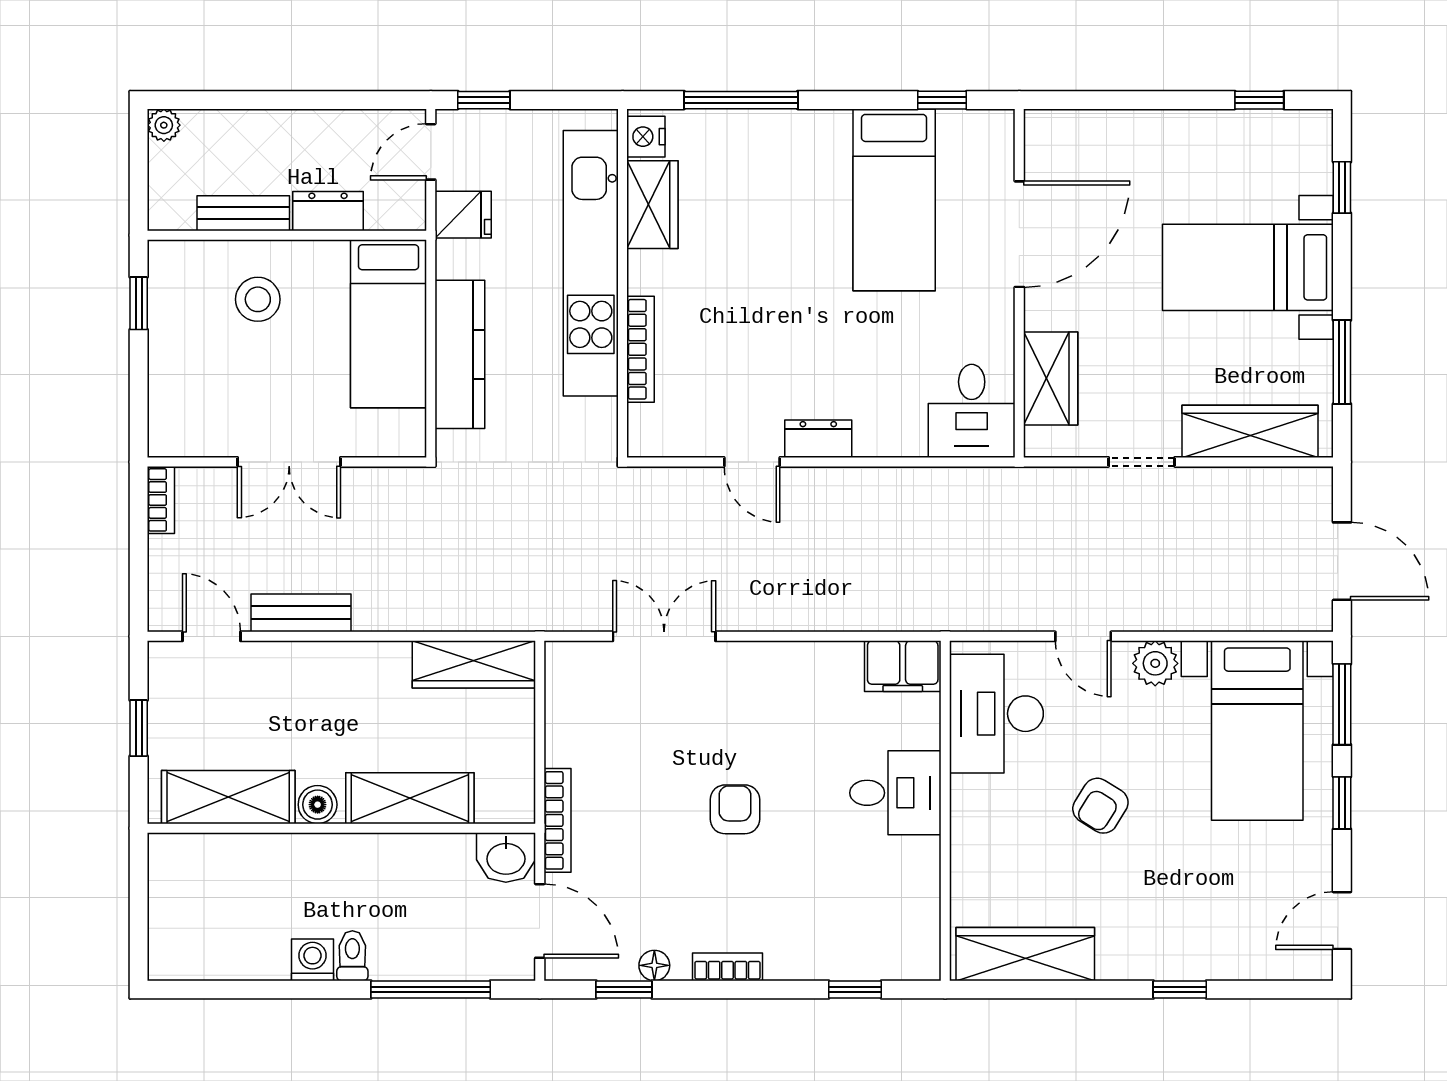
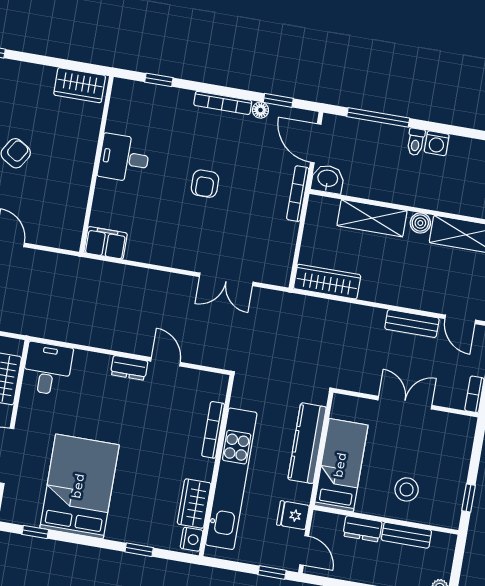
window: (741, 100) -> (139, 550), width x0.46
door: (431, 152) -> (304, 550), hinge flipped
bed: (894, 200) -> (79, 486), width x1.50
desk: (996, 714) -> (61, 210), removed
desk: (895, 793) -> (124, 158), moved
wardrobe: (1025, 954) -> (80, 85), width x0.67
bookcase: (727, 967) -> (223, 103), width x1.56

